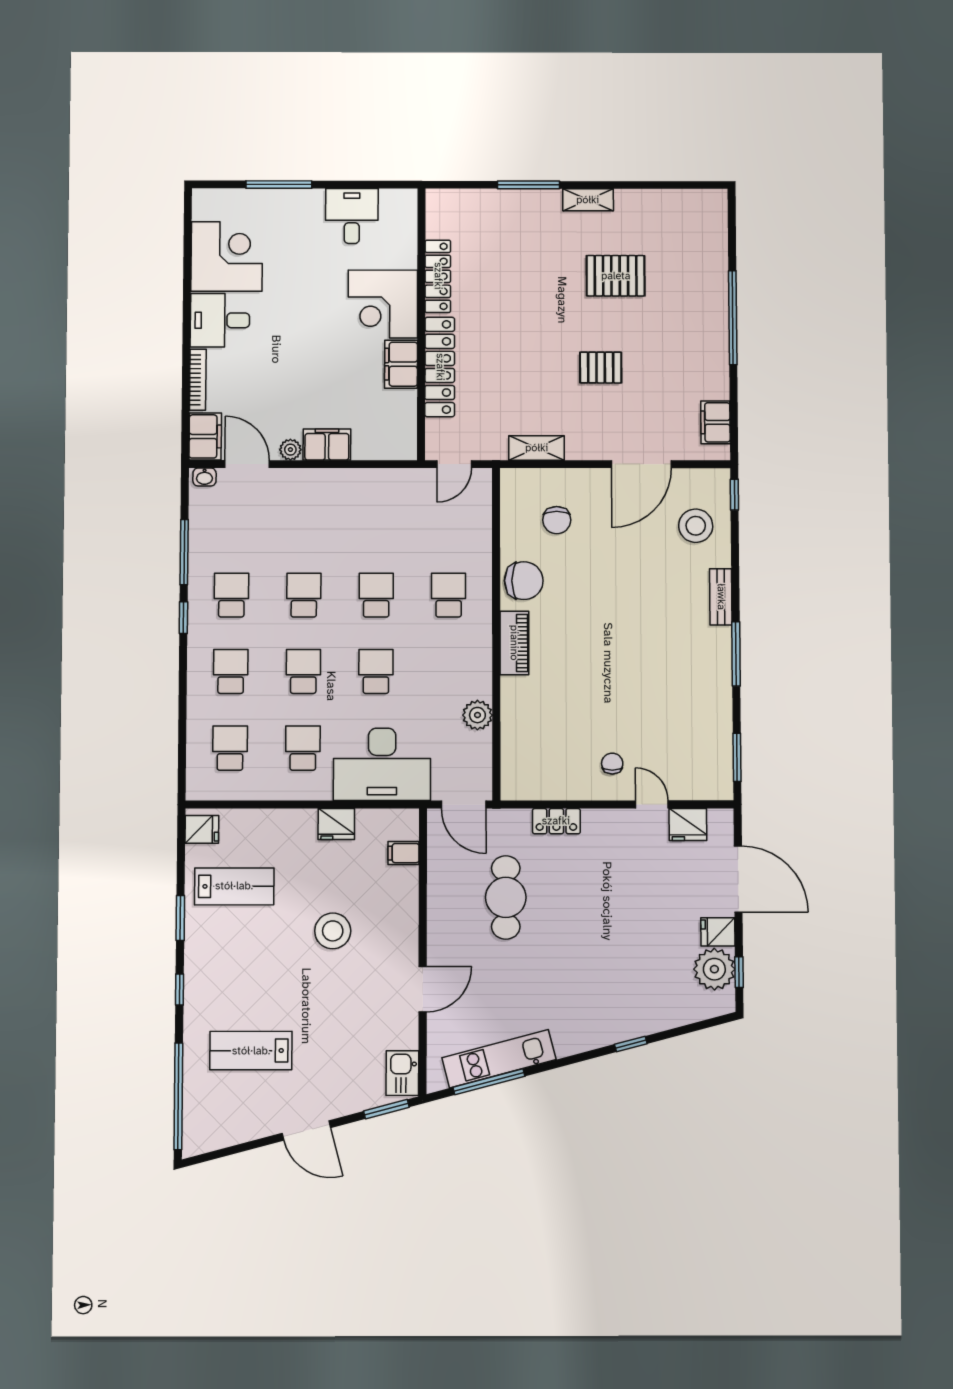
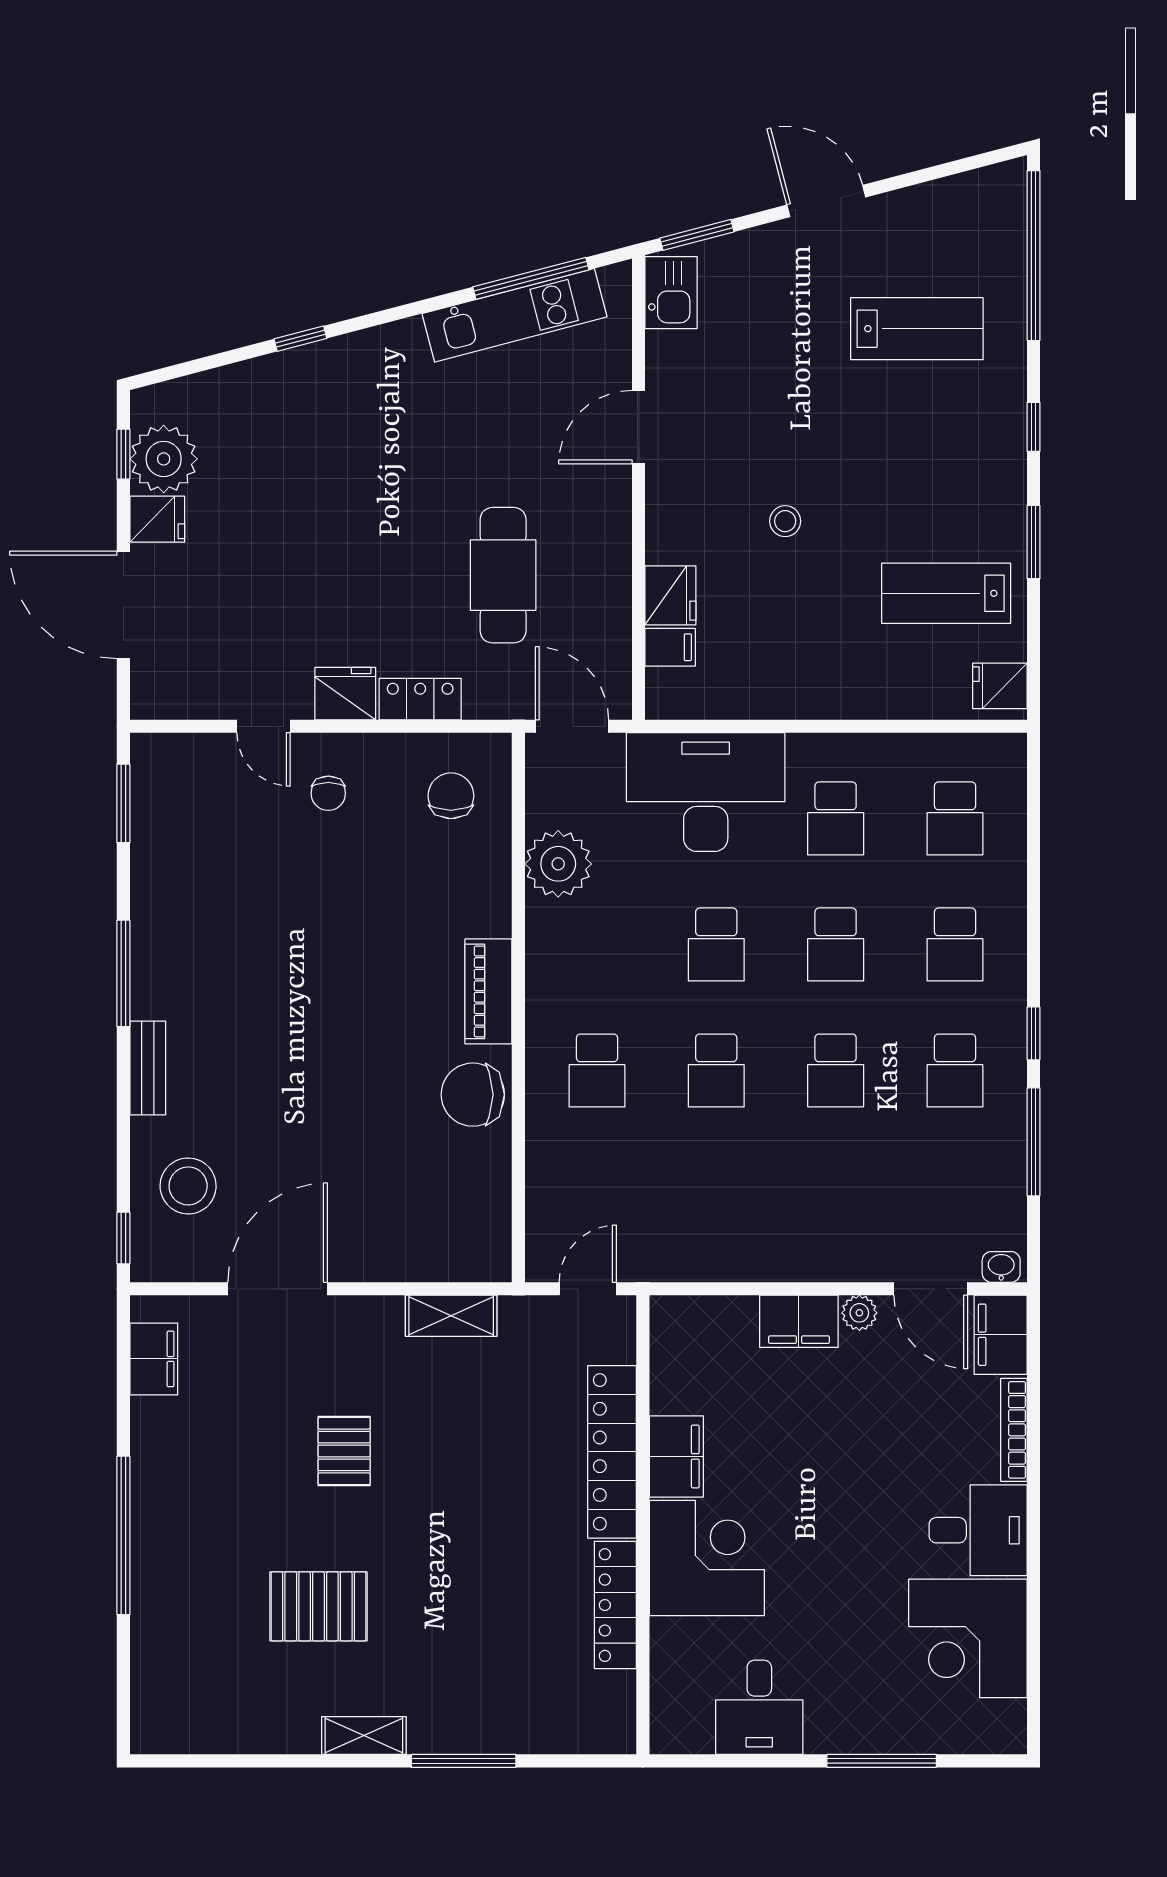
pallet: (601, 368) -> (344, 1451), turned 90
chair: (557, 520) -> (451, 796), moved
plant: (477, 715) -> (558, 864), width x1.36, depth x1.36
fridge: (336, 824) -> (670, 595), moved, turned 90
fridge: (688, 824) -> (345, 694), moved
stool: (333, 931) -> (785, 521), width x0.53, depth x0.53

